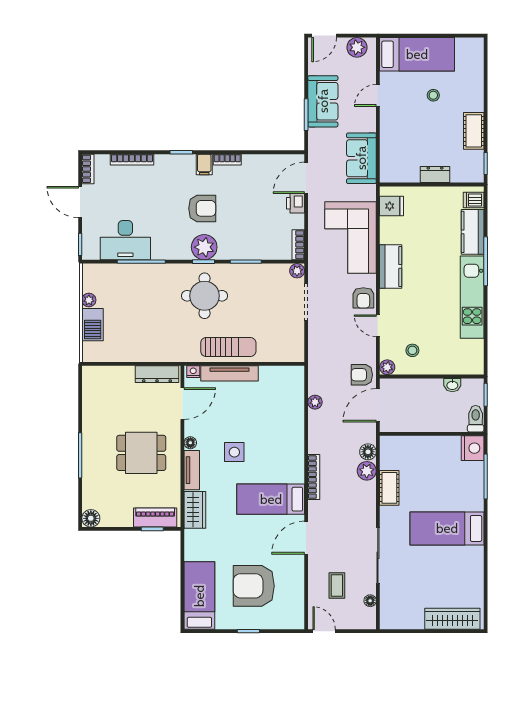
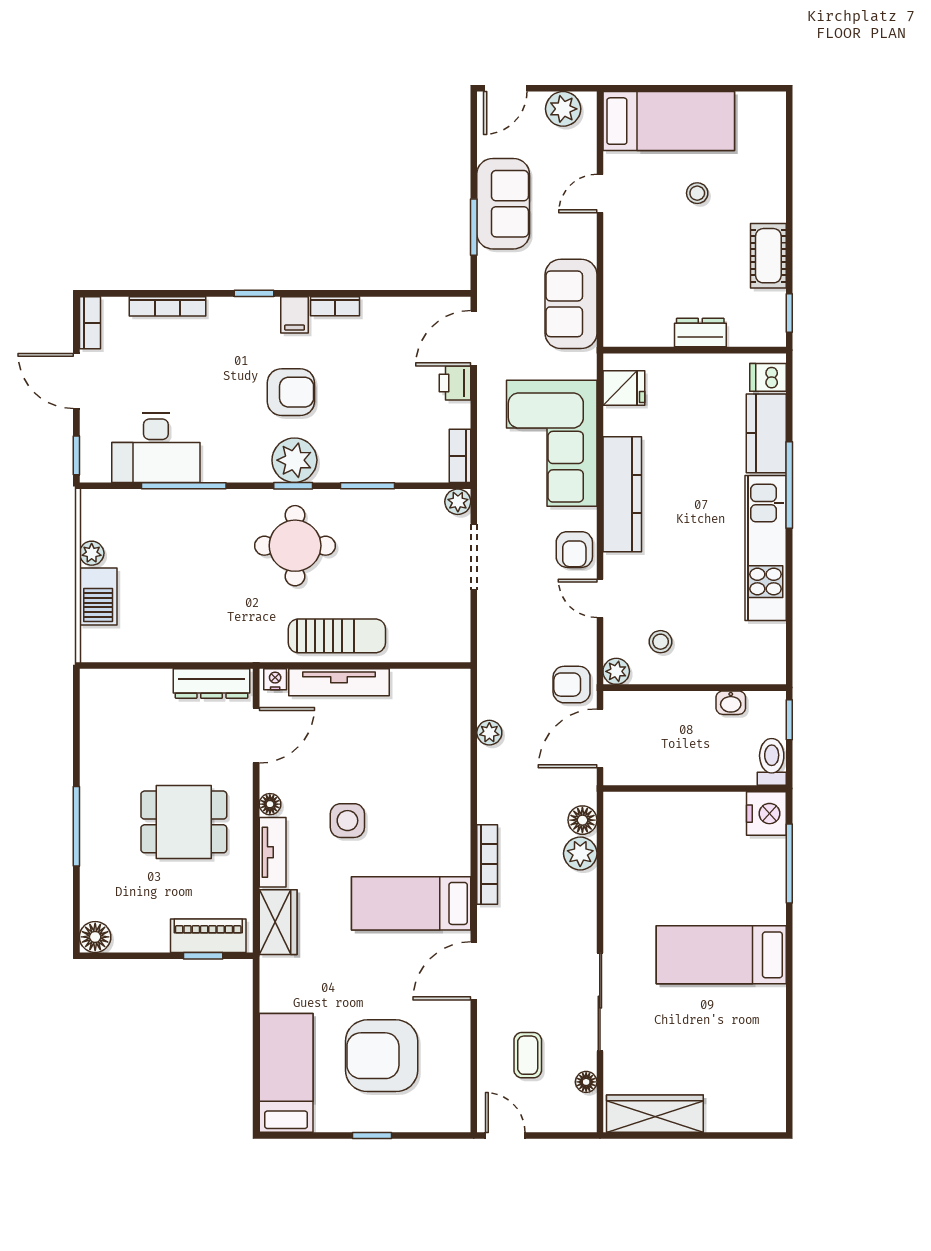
kitchen counter: (391, 266) -> (622, 494), width x1.50
cot: (389, 488) -> (620, 884), removed
wardrobe: (452, 619) -> (655, 1114), moved

